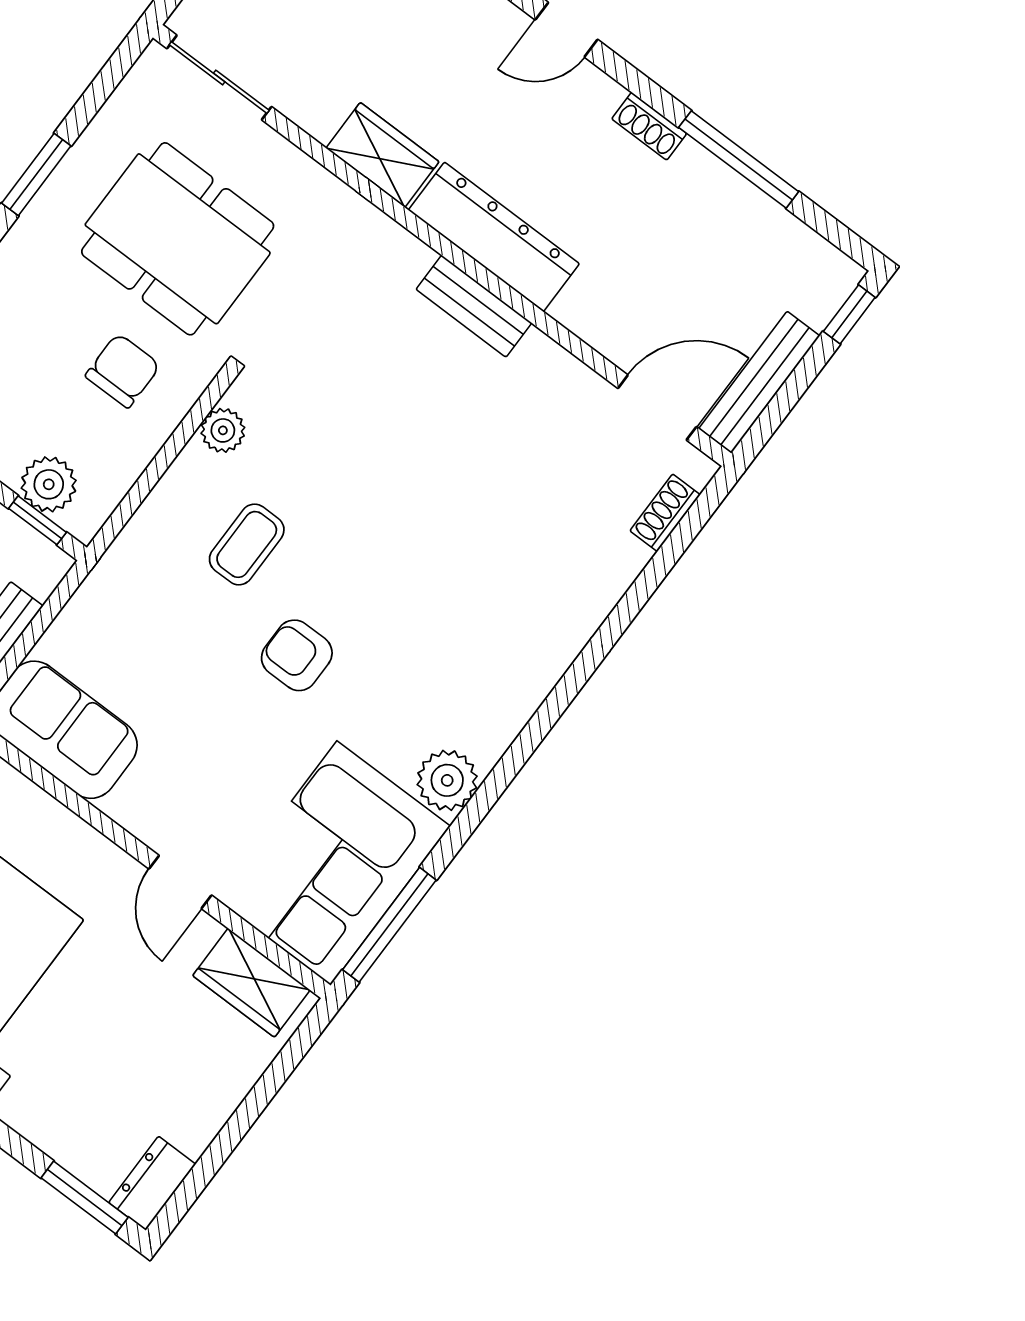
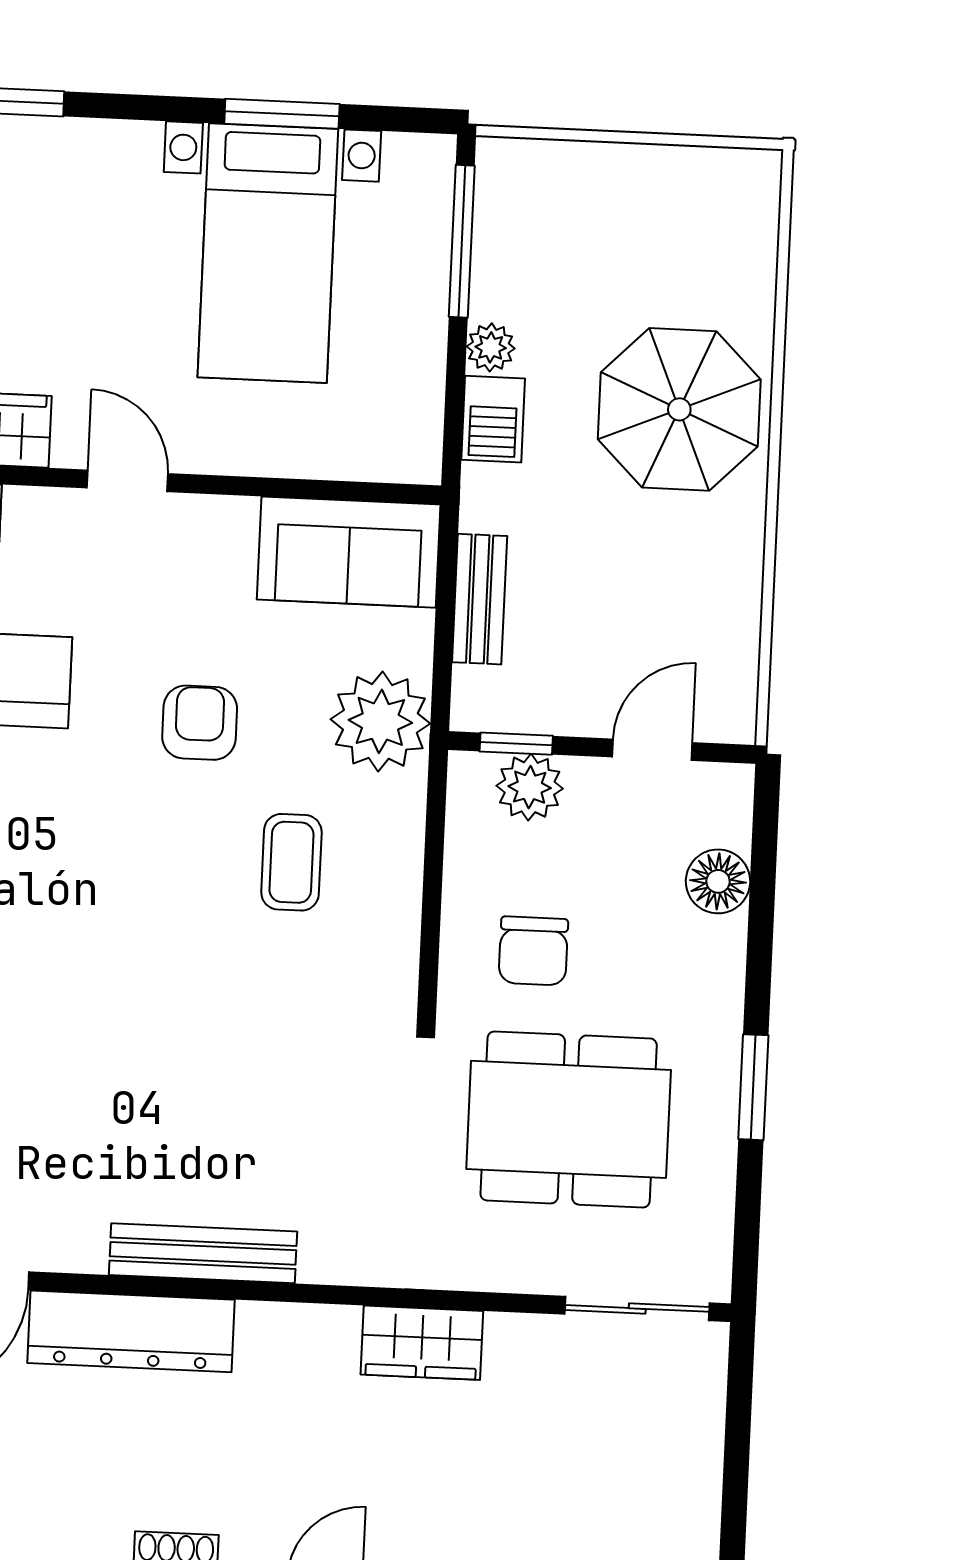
dresser: (494, 237) -> (131, 1331), moved
bench: (474, 306) -> (203, 1253), width x1.36
plant: (223, 430) -> (380, 721), moved, width x1.87, depth x1.87
armchair: (297, 655) -> (200, 723), moved, turned -90

